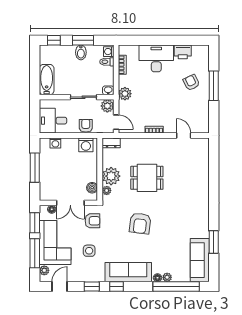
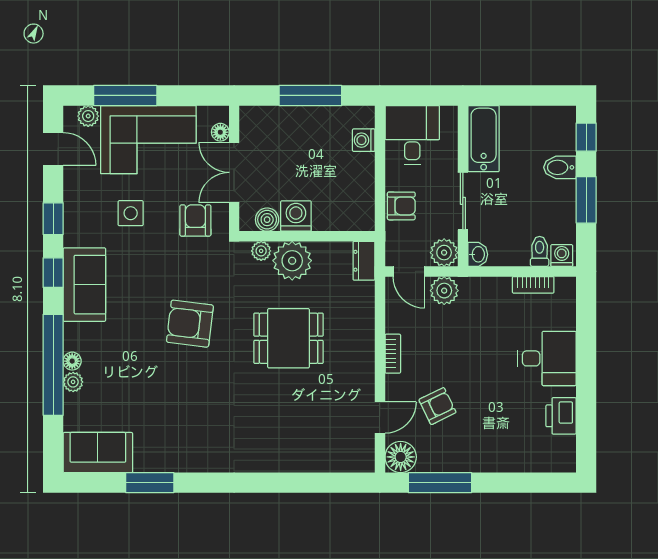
bidet: (81, 52) -> (560, 167), moved
desk: (156, 58) -> (547, 358), width x0.73
bathtub: (47, 80) -> (484, 139), moved, turned -90
armchair: (191, 82) -> (437, 406), moved
window: (214, 86) -> (440, 483), moved
plant: (125, 94) -> (444, 291), moved
door: (116, 122) -> (409, 271), hinge flipped
floor lamp: (202, 126) -> (401, 457), added
washing machine: (86, 145) -> (296, 216), moved, turned 90
dining table: (147, 178) -> (288, 338), turned 90
armchair: (93, 221) -> (195, 220), turned 180
window: (35, 223) -> (191, 95), removed
sofa: (200, 260) -> (98, 453), width x0.73
sofa: (128, 272) -> (84, 285), width x0.73
window: (176, 287) -> (53, 365), moved

